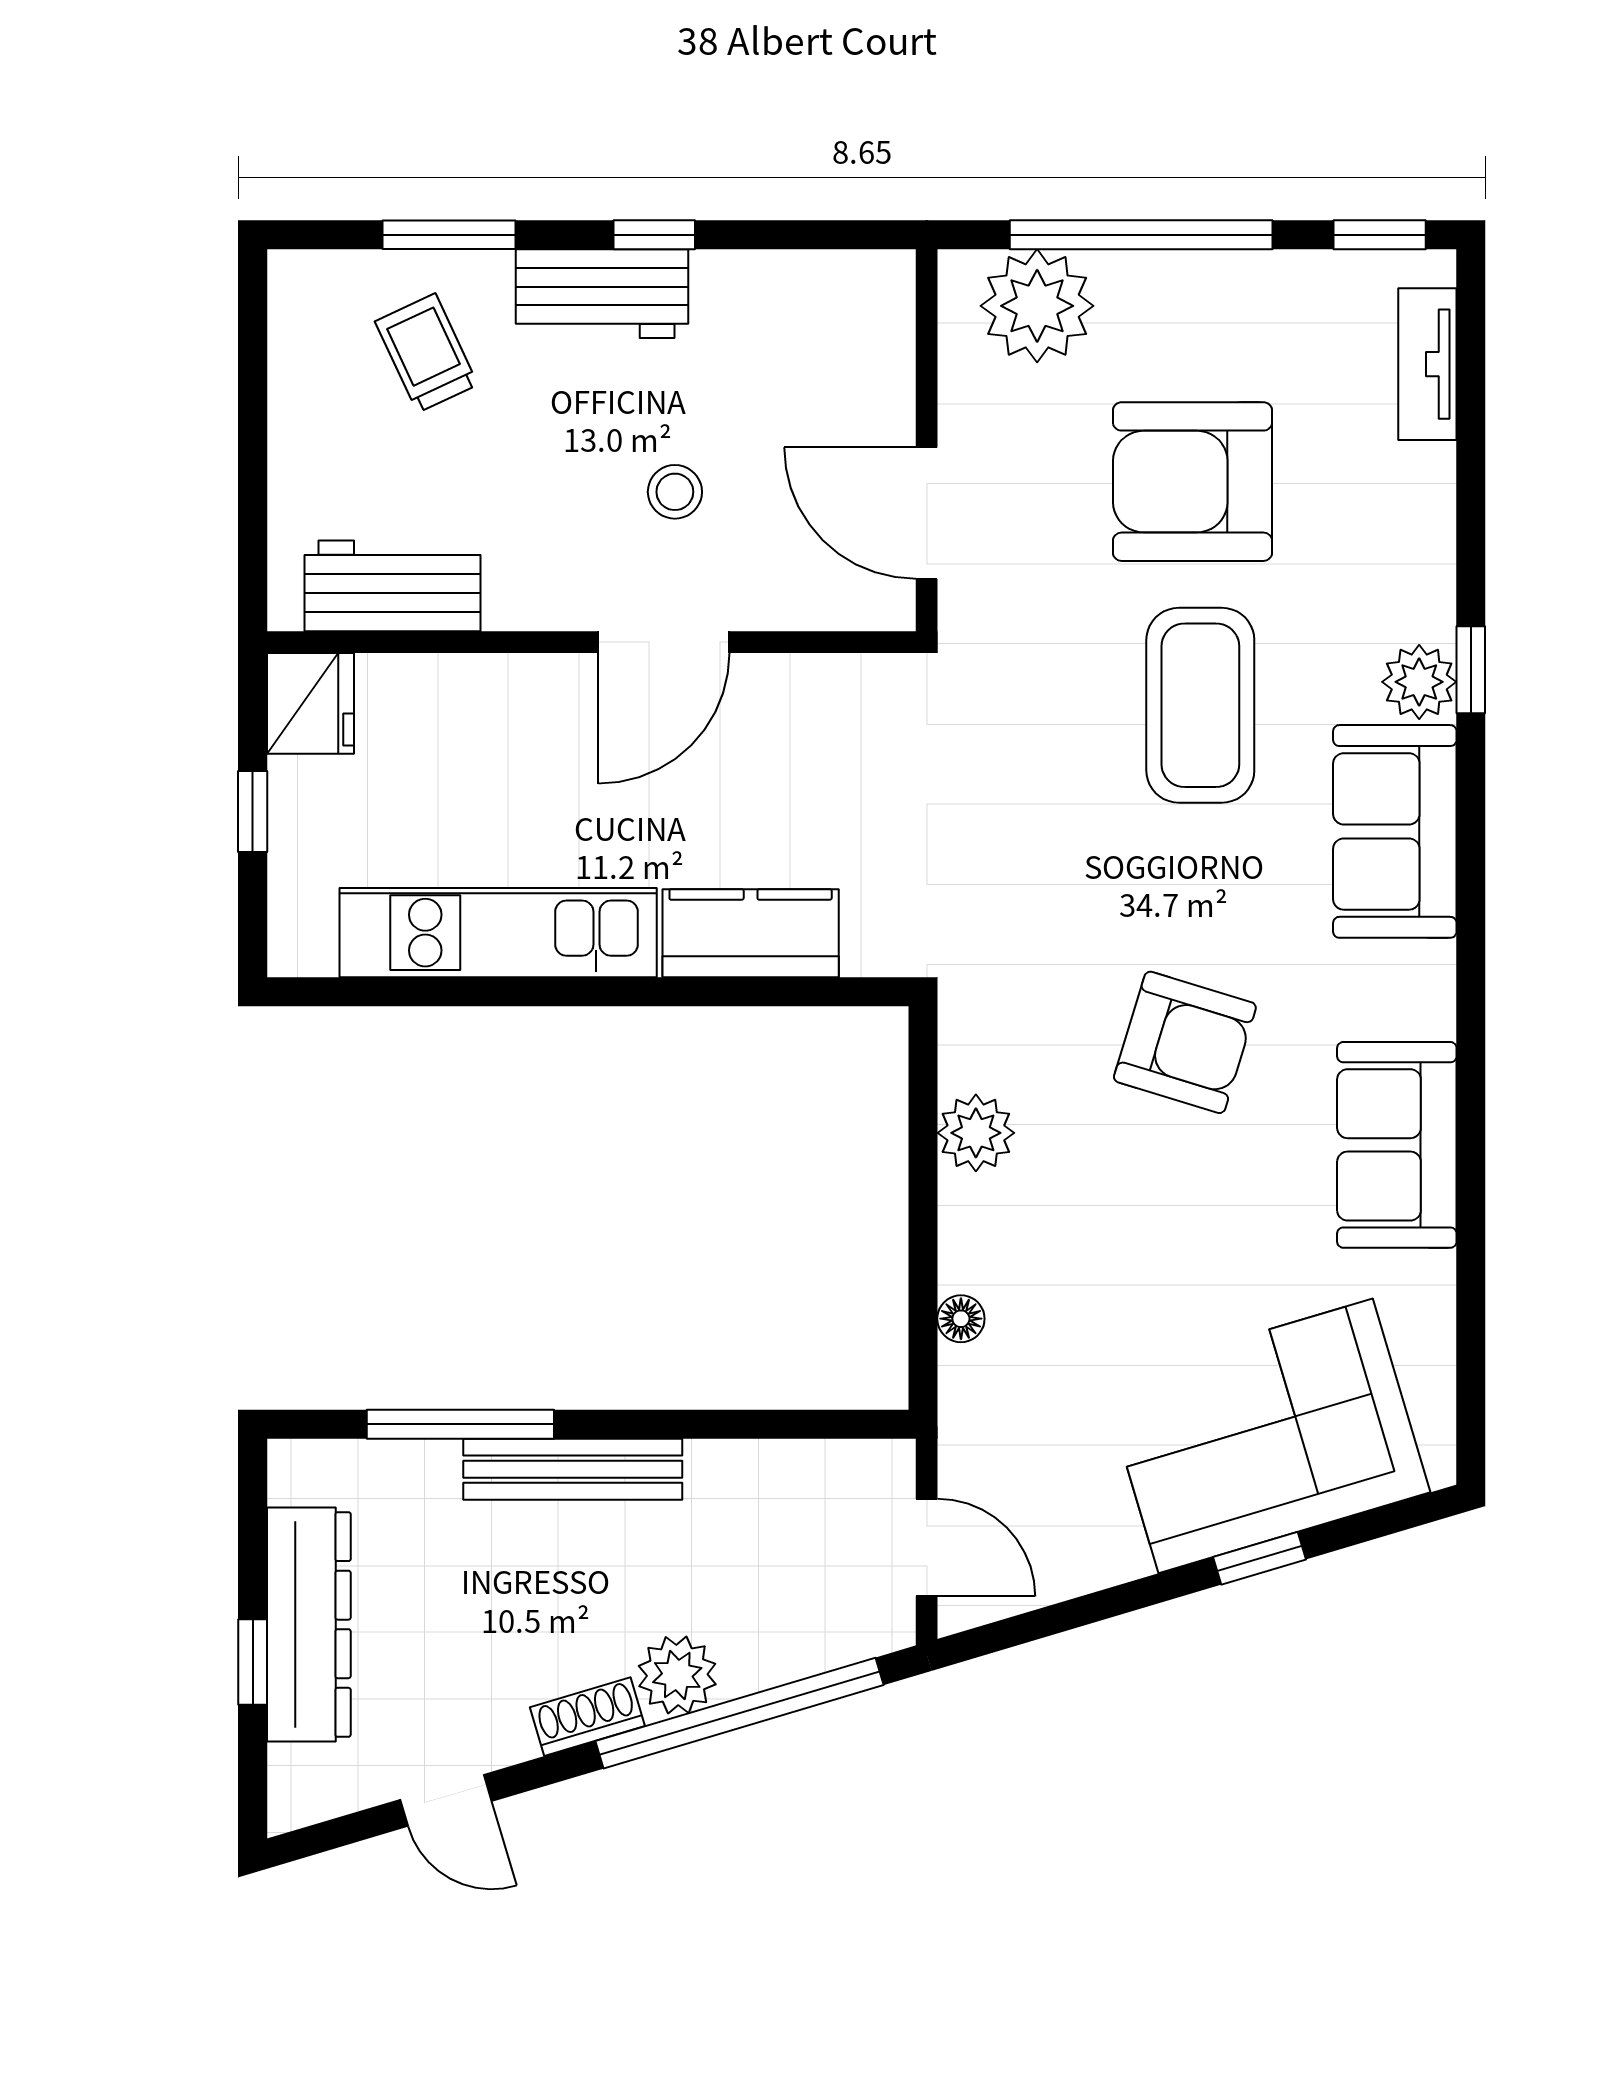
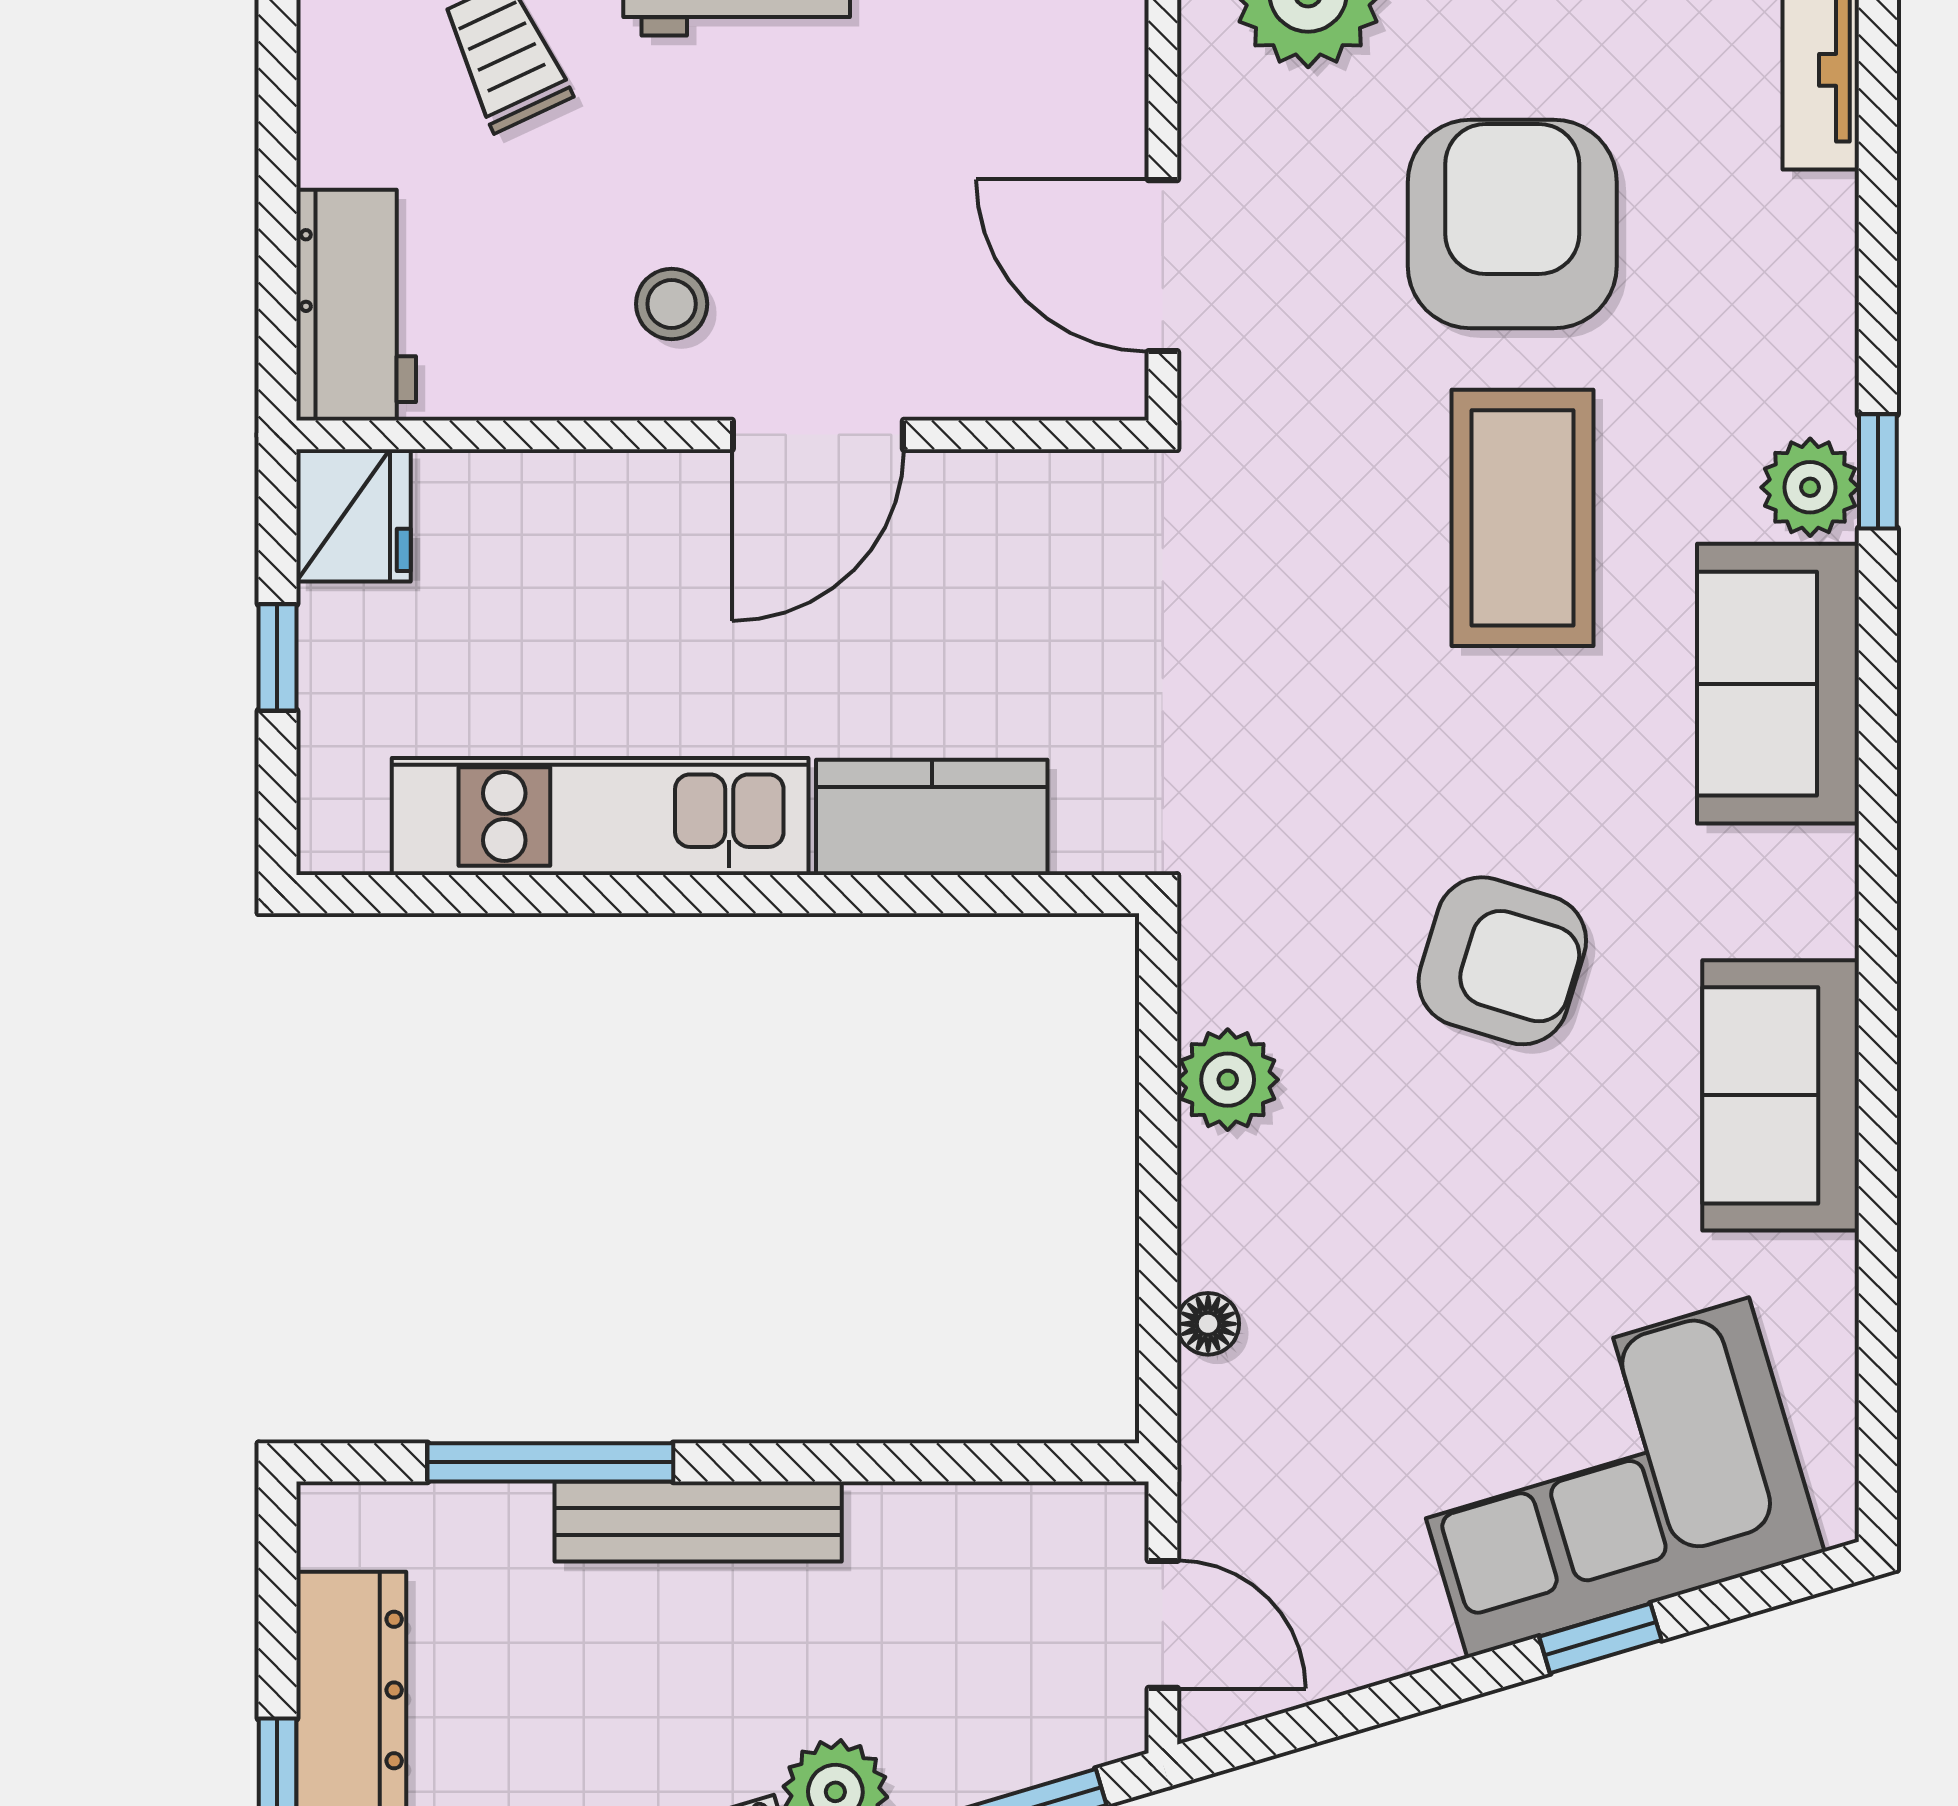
armchair: (1192, 482) -> (1512, 224), turned 90
stool: (675, 492) -> (672, 304), moved
workbench: (393, 586) -> (356, 305), moved, turned 90

